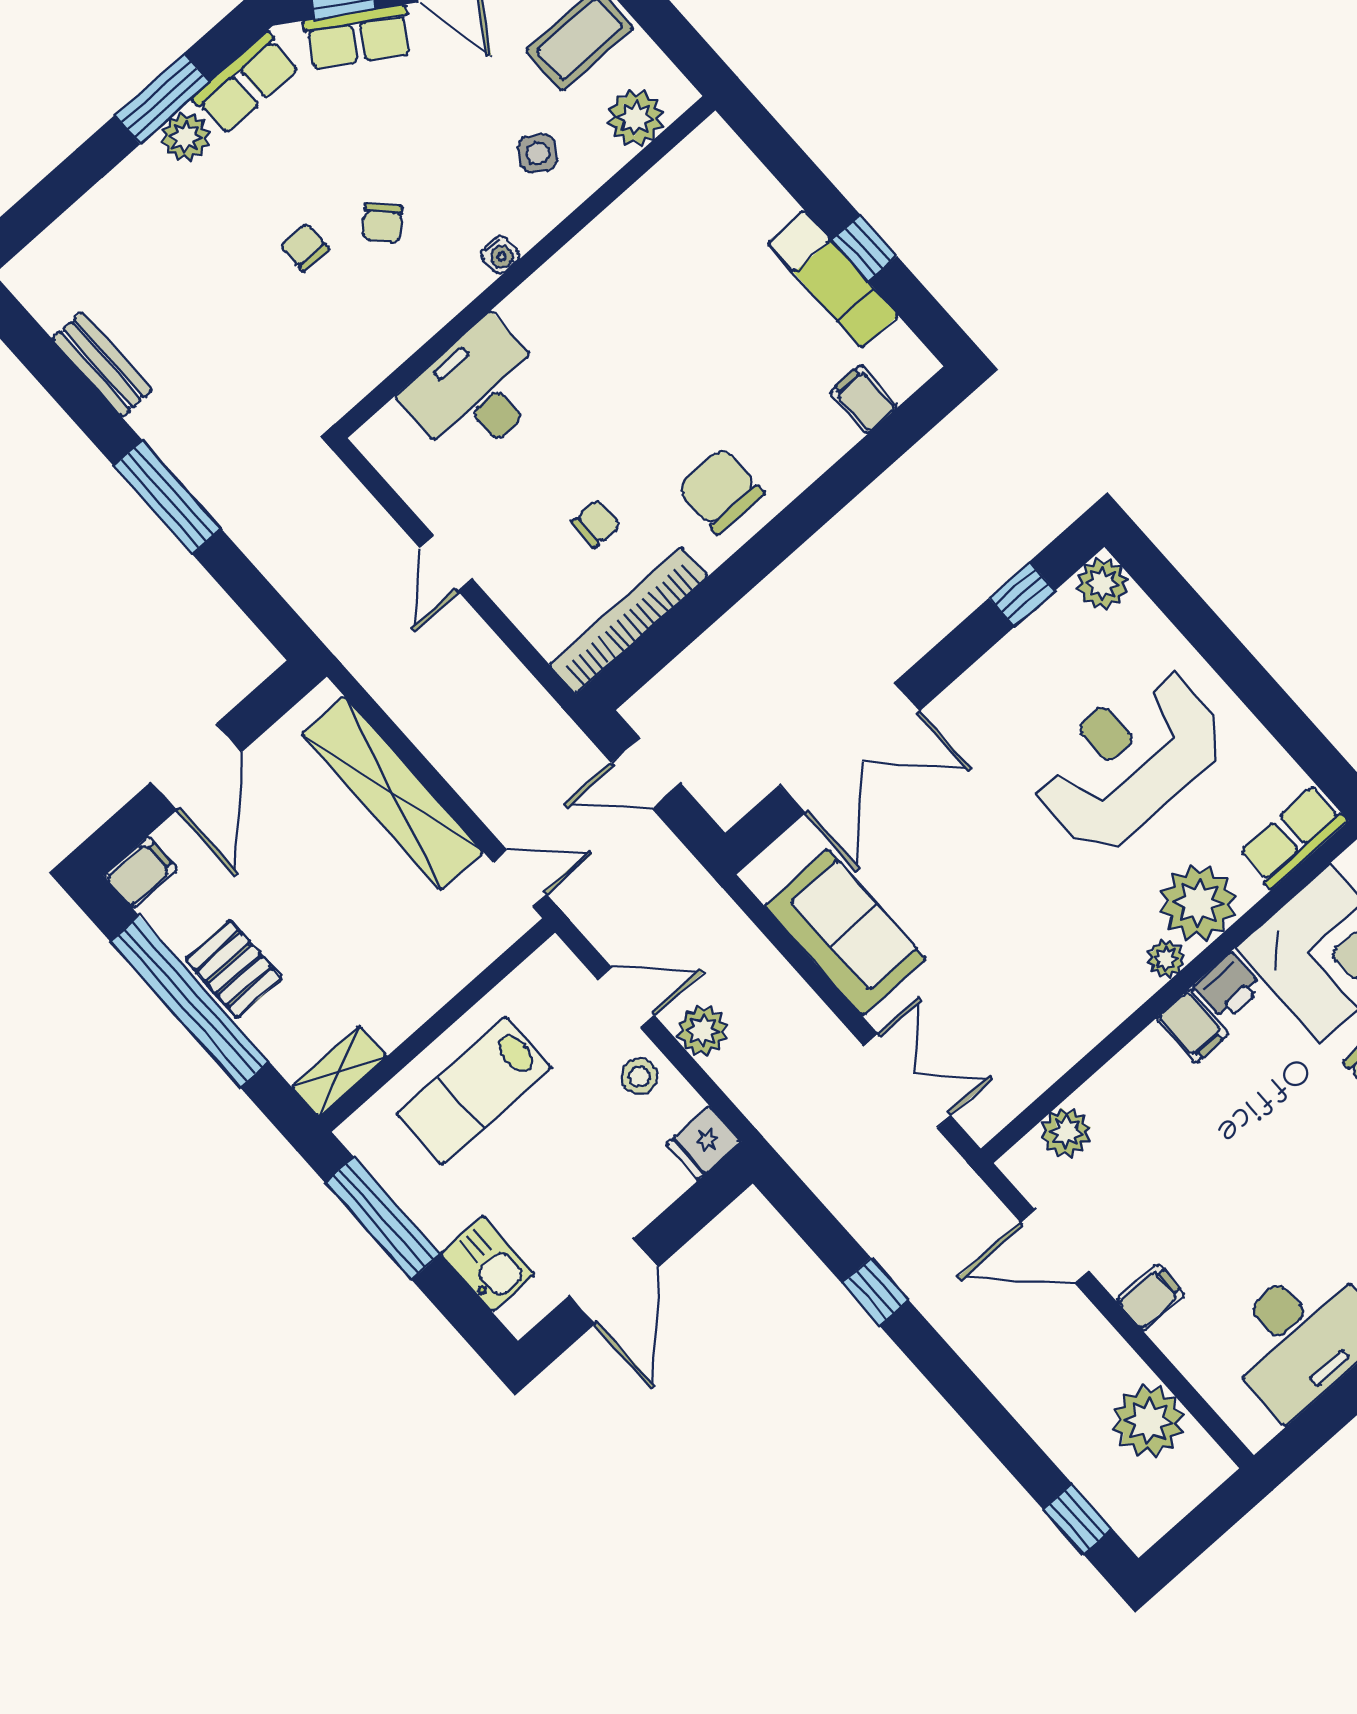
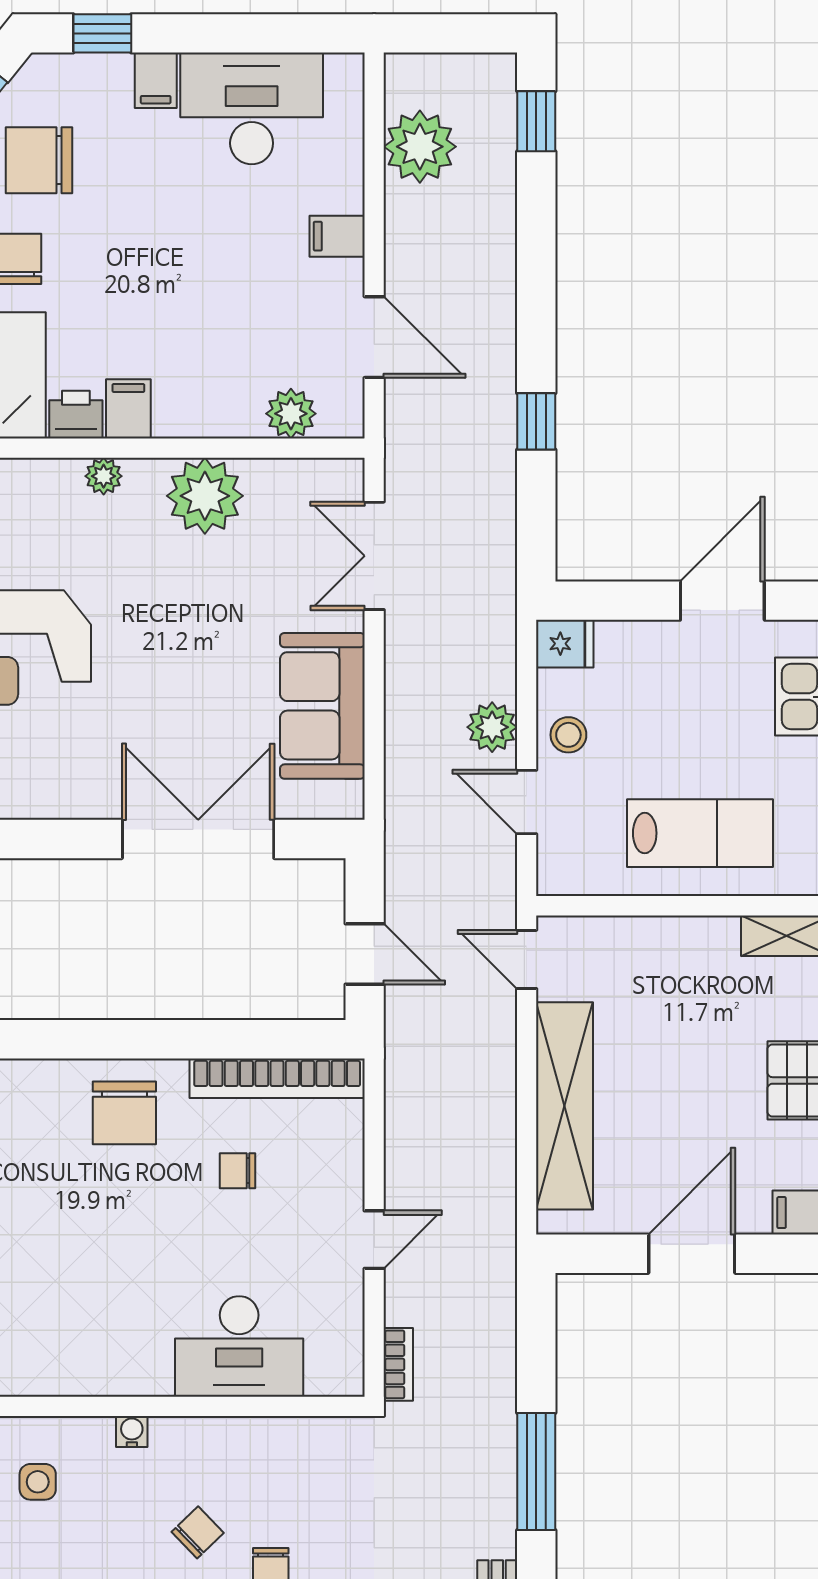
side table: (538, 153) -> (38, 1482), turned -32
bookcase: (344, 485) -> (398, 1364), added
plant: (1198, 903) -> (205, 496), moved

